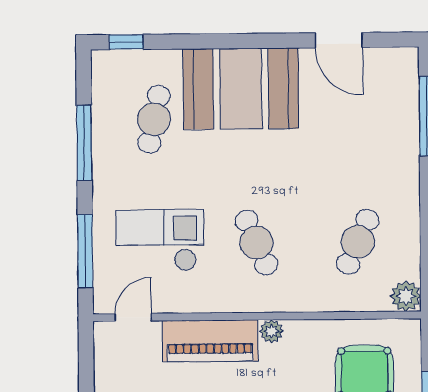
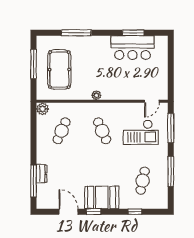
window: (276, 41) -> (94, 212), added
window: (126, 42) -> (135, 212), moved
booth: (241, 89) -> (102, 197), width x0.73, depth x0.70
dresser: (407, 135) -> (42, 174), added
piano: (210, 341) -> (121, 92), removed

